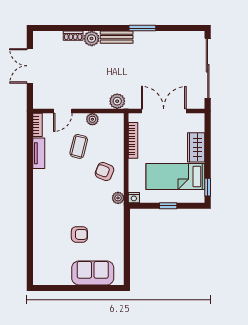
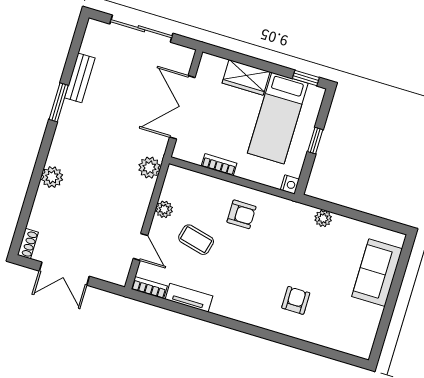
shoe rack: (73, 36) -> (28, 244), moved
bench: (117, 37) -> (80, 78), moved
sliding door: (208, 68) -> (141, 29), width x0.73
bookcase: (133, 140) -> (219, 165), width x0.64
armchair: (104, 171) -> (241, 214), turned -111
plant: (118, 198) -> (323, 218), moved
armchair: (79, 234) -> (296, 300), moved

